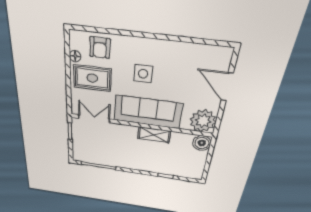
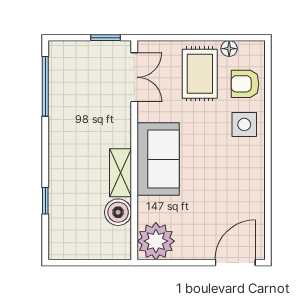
side table: (143, 74) -> (244, 124), moved
door: (227, 87) -> (235, 263), moved
sofa: (148, 112) -> (158, 159), width x0.73
boiler: (202, 143) -> (118, 212), moved

